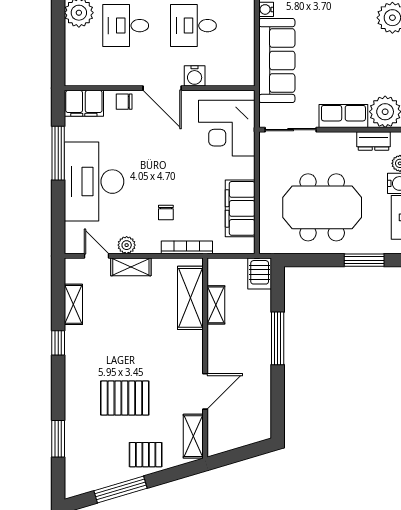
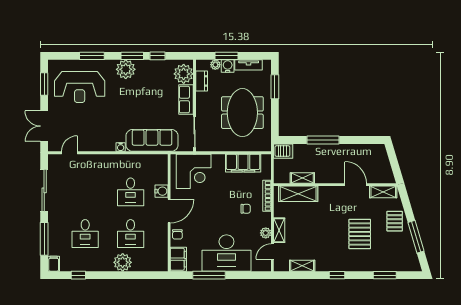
window: (58, 343) -> (337, 275), moved

